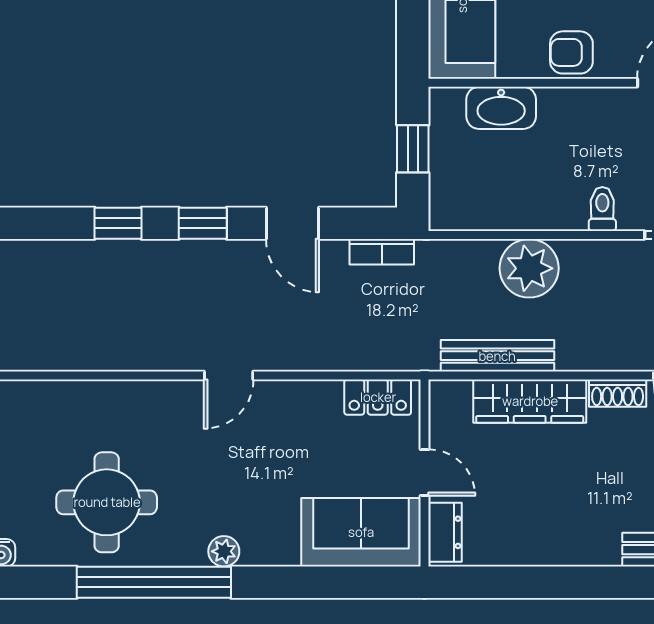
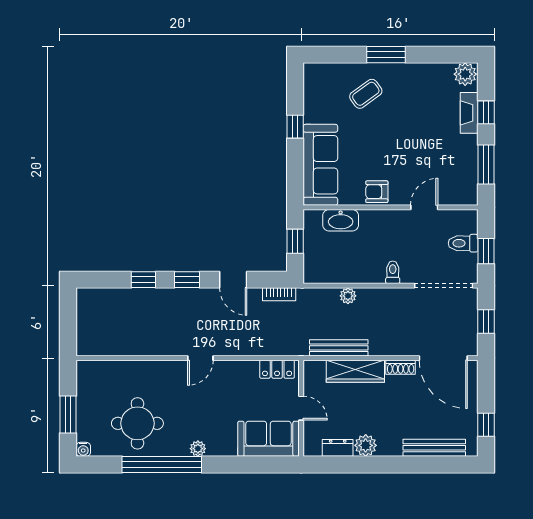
plant: (529, 268) -> (348, 296), width x0.53, depth x0.53
dresser: (445, 532) -> (338, 448), moved, turned -90
plant: (550, 545) -> (366, 445), added

